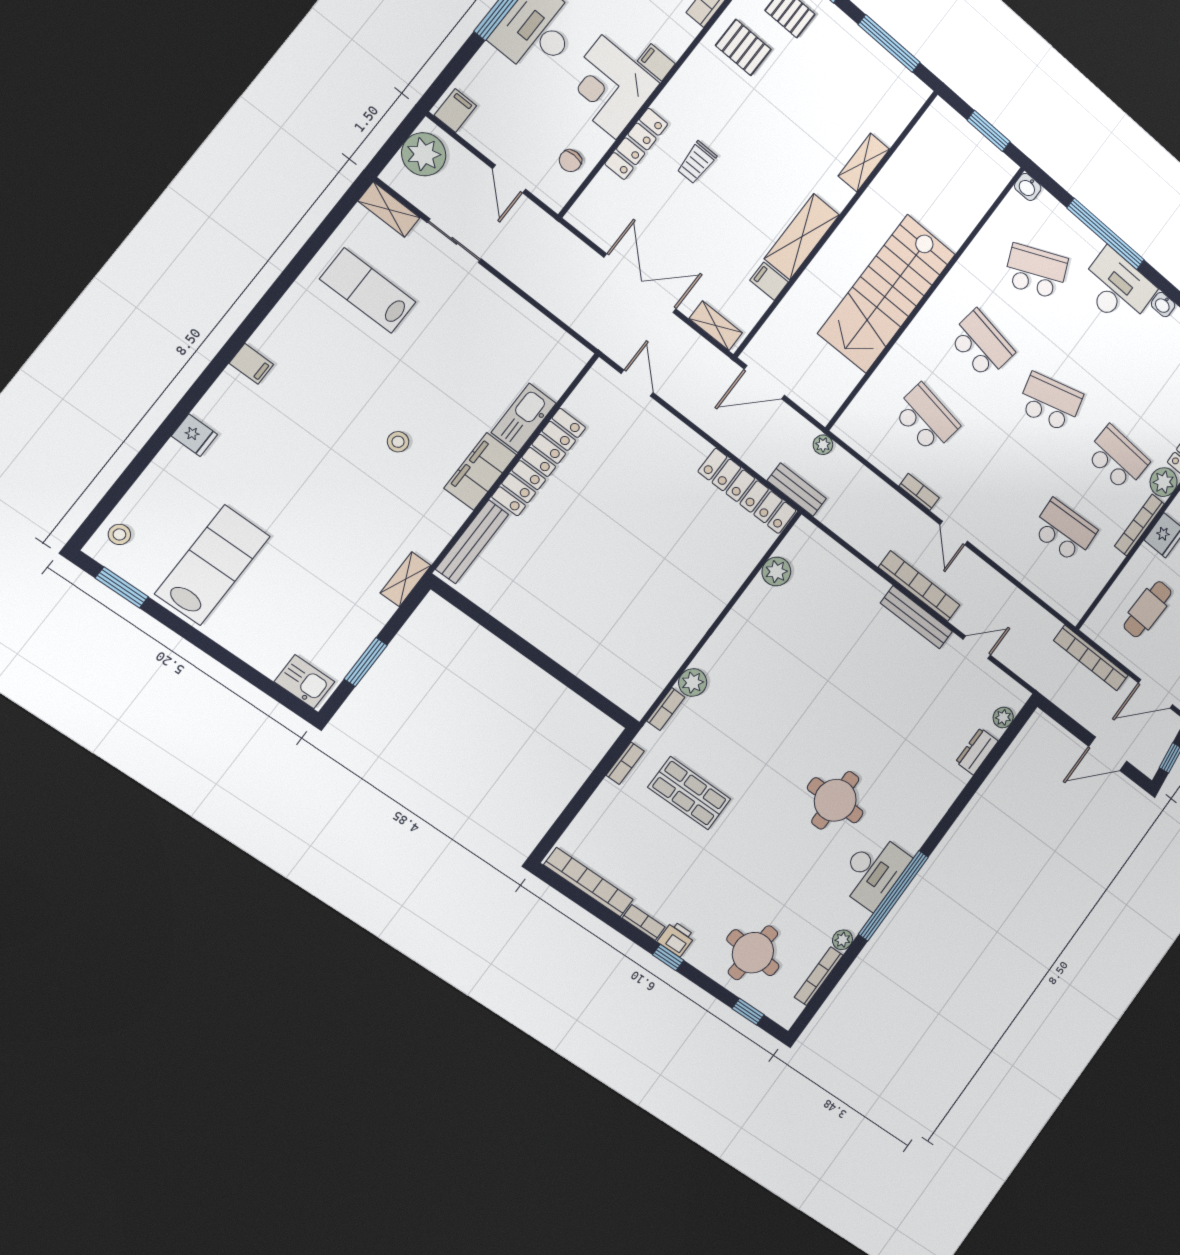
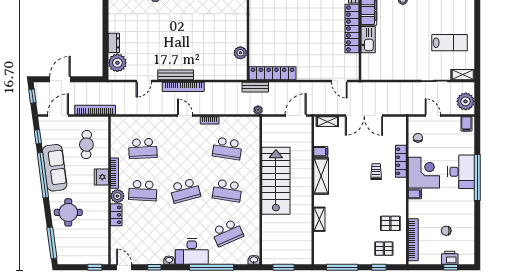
plant: (1003, 717) -> (117, 63), width x1.87, depth x1.87

